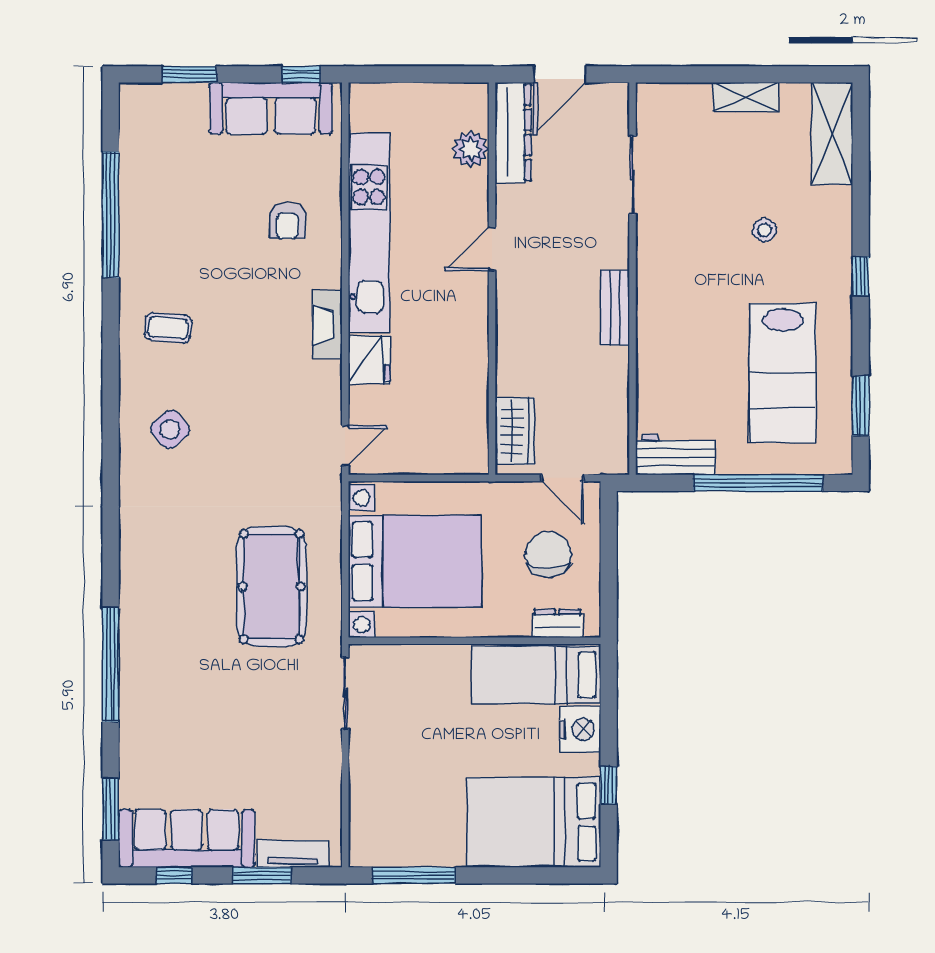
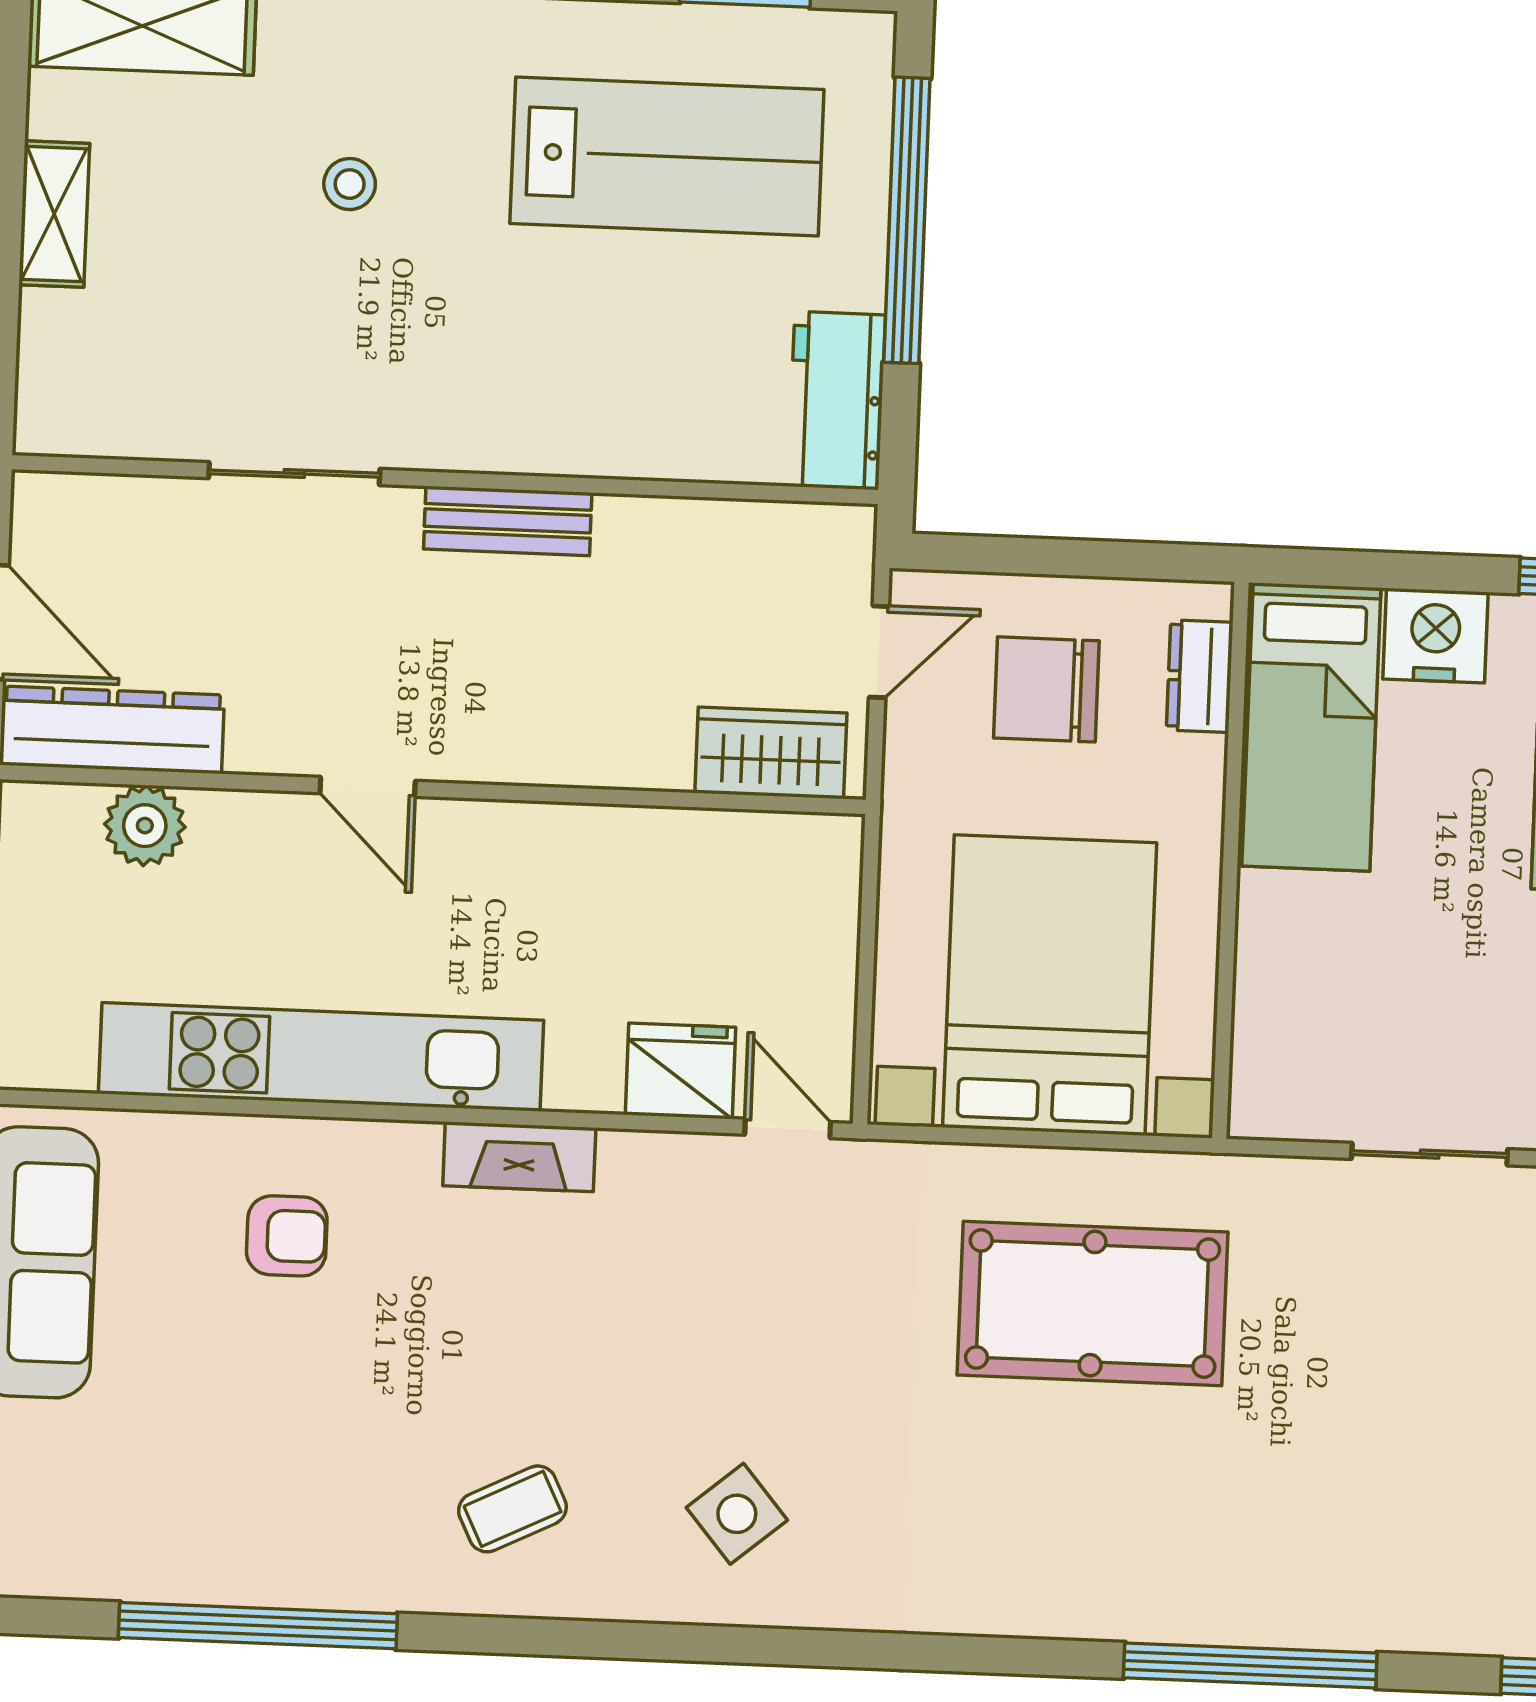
sliding door: (632, 175) -> (294, 474), moved
coffee table: (168, 328) -> (512, 1509), turned 59
fridge: (369, 360) -> (681, 1071), moved
sliding door: (345, 693) -> (1430, 1154), moved

